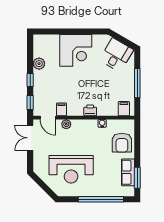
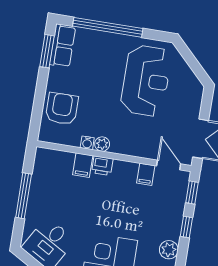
filing cabinet: (124, 109) -> (83, 165), moved
plant: (66, 124) -> (102, 144), moved
reception desk: (71, 169) -> (146, 81), turned 90
row of seats: (128, 172) -> (63, 46), moved

